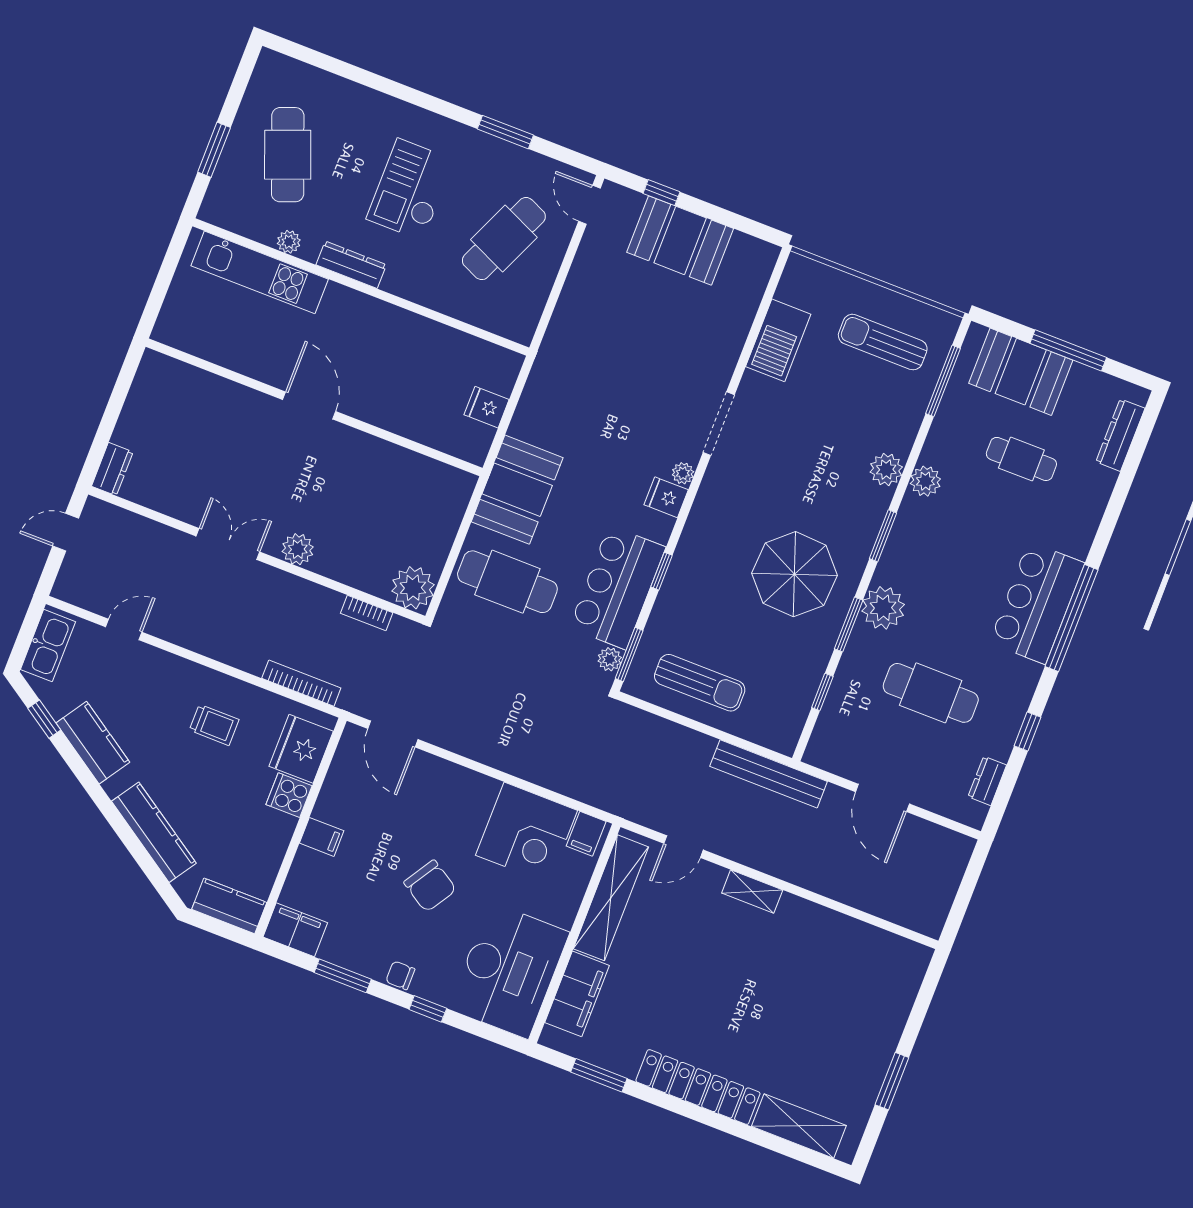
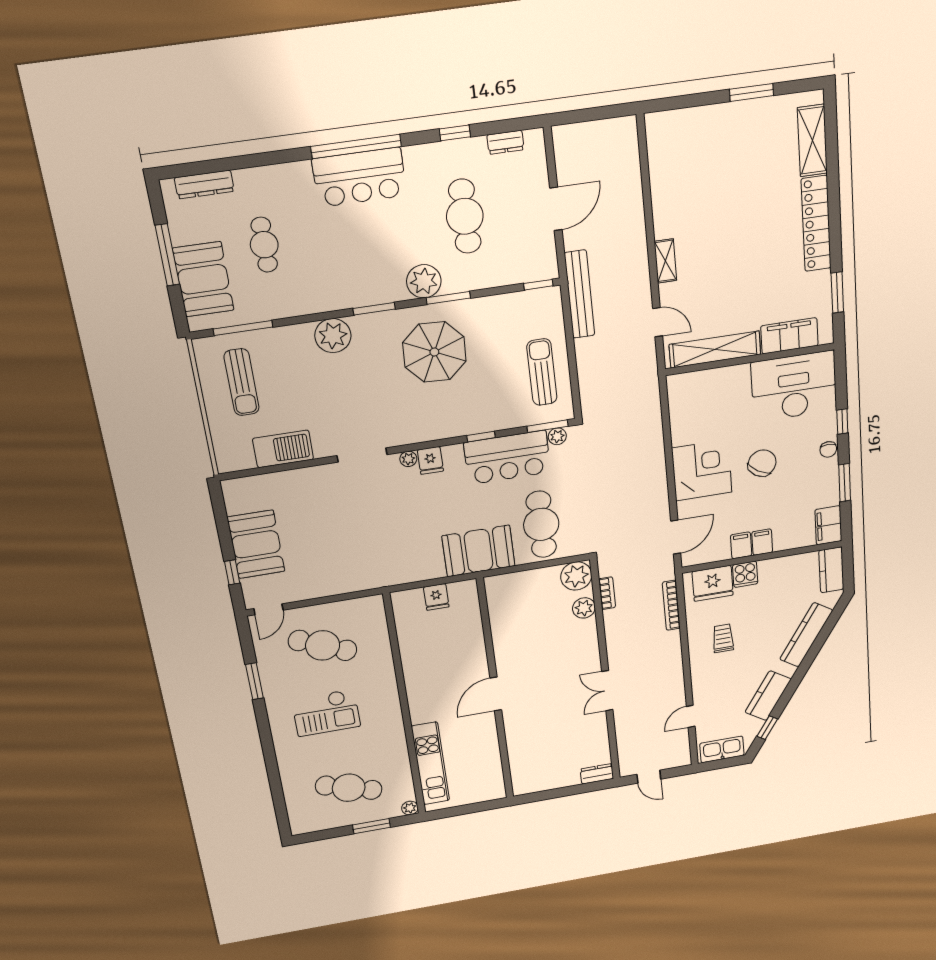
cafe table: (288, 155) -> (349, 788), turned 39
plant: (289, 242) -> (410, 808), moved
dresser: (351, 265) -> (394, 719), removed
plant: (886, 470) -> (333, 336), width x1.36, depth x1.36
plant: (925, 481) -> (320, 301), removed
plant: (298, 549) -> (584, 608), moved
door: (124, 630) -> (691, 716), hinge flipped
window: (822, 692) -> (538, 285), moved
corner desk: (527, 833) -> (702, 470), moved
filing cabinet: (586, 834) -> (741, 545), moved, turned -90

